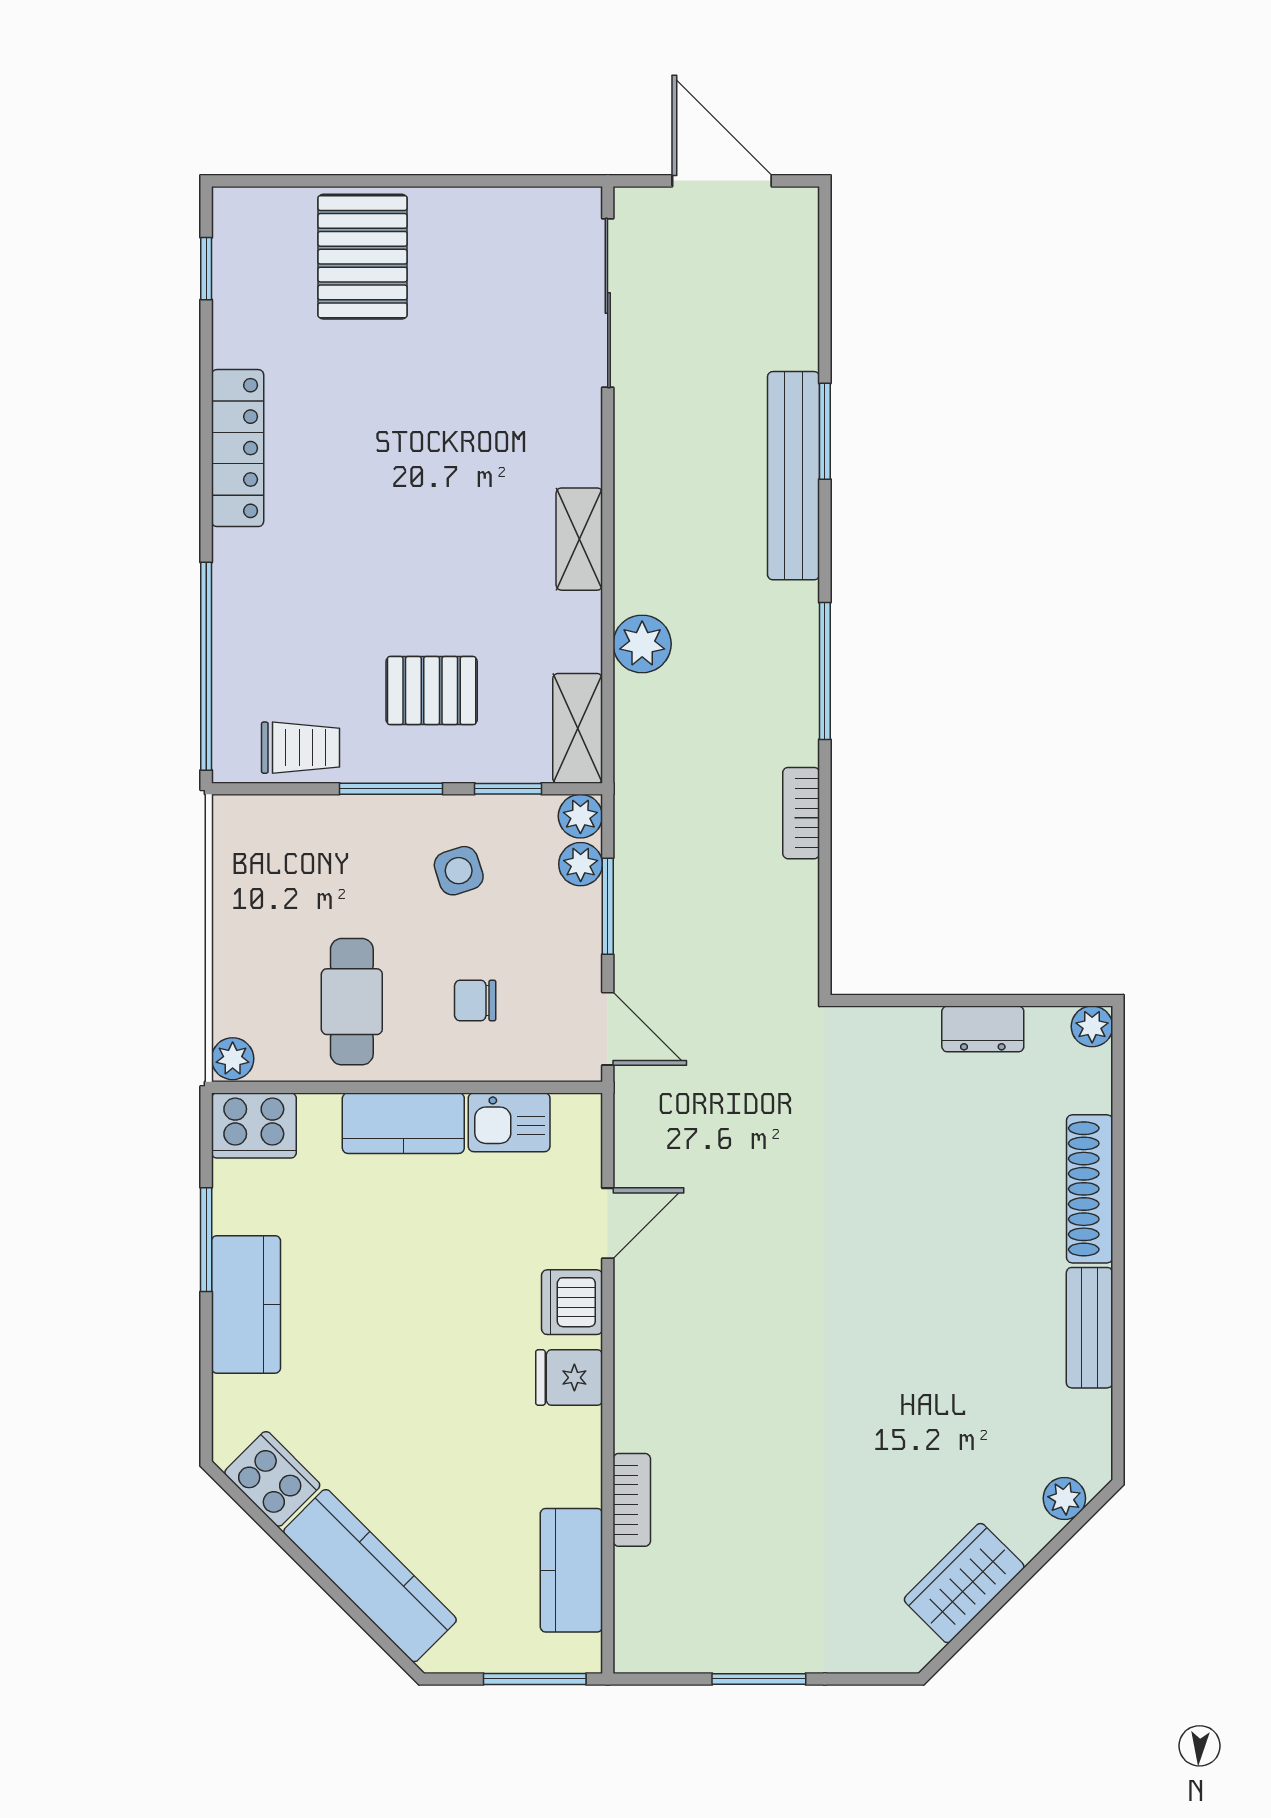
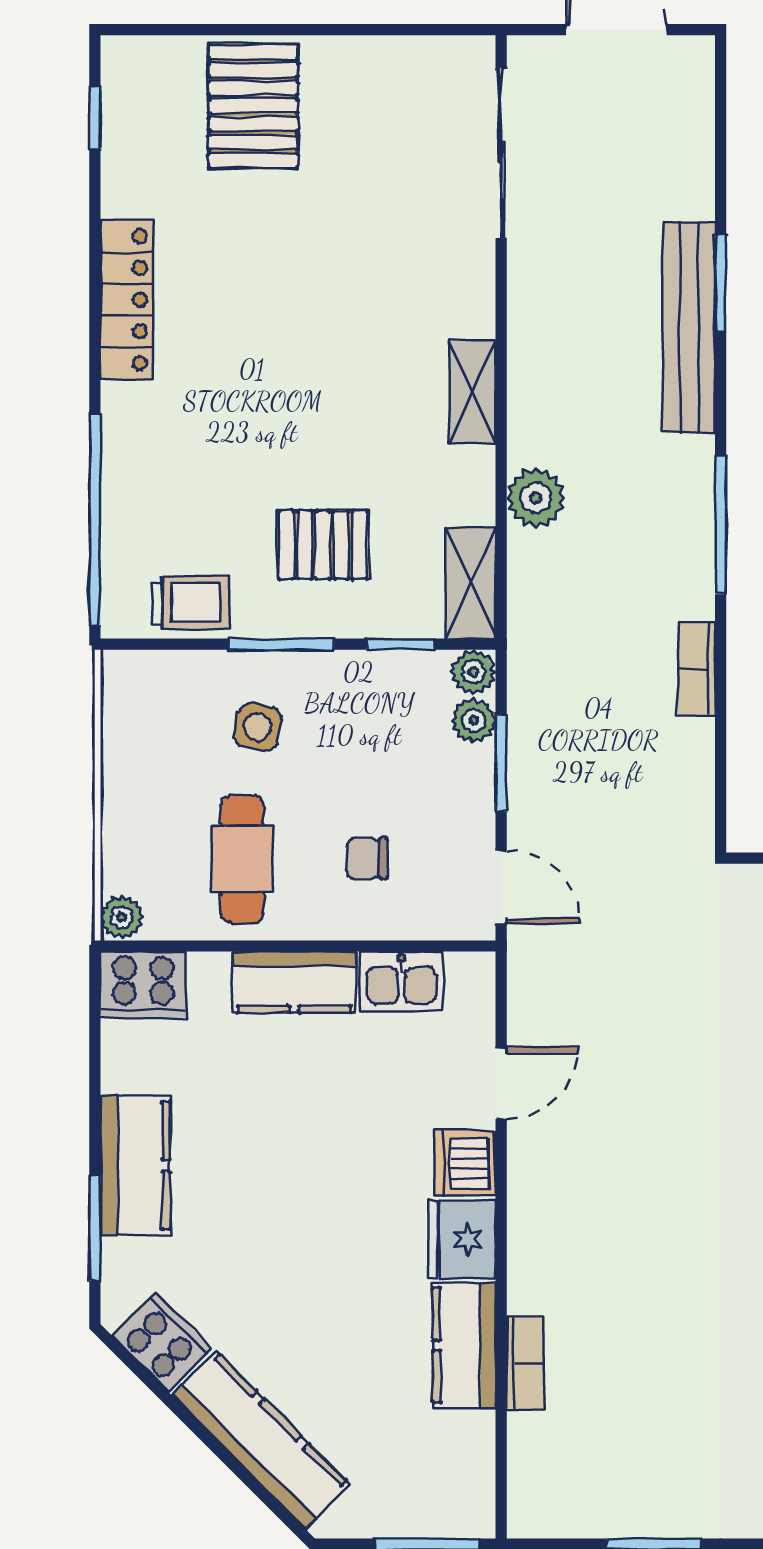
side table: (459, 871) -> (257, 727), moved, turned 31
window: (206, 1240) -> (95, 1228), moved
fridge: (569, 1378) -> (462, 1239), width x1.38
kitchen counter: (571, 1570) -> (464, 1345), moved

